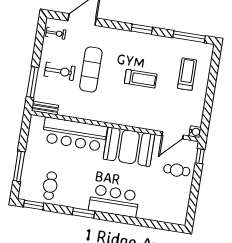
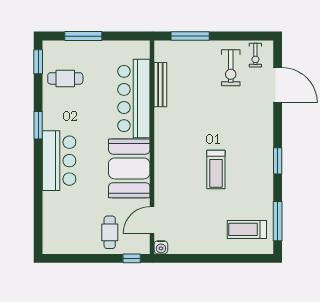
exercise mat: (91, 69) -> (217, 106), removed
exercise bike: (60, 71) -> (231, 68), moved
treadmill: (187, 74) -> (247, 229), moved, turned 180
bench: (45, 108) -> (160, 85), moved, width x1.36
door: (173, 135) -> (152, 220), hinge flipped

